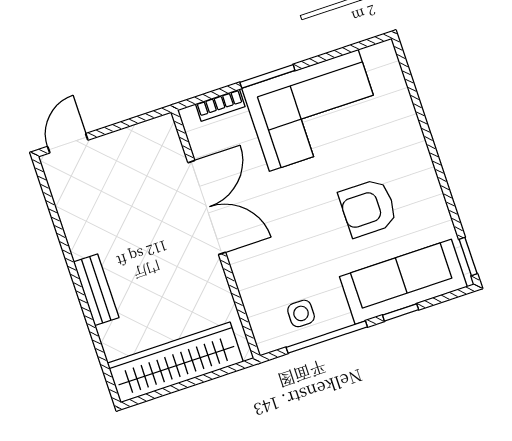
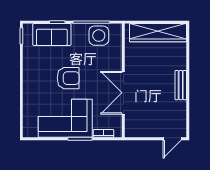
armchair: (368, 208) -> (68, 78), moved
sofa: (403, 282) -> (52, 34), width x0.73
bench: (96, 290) -> (181, 85), moved
side table: (301, 313) -> (99, 36), width x1.87, depth x1.87

